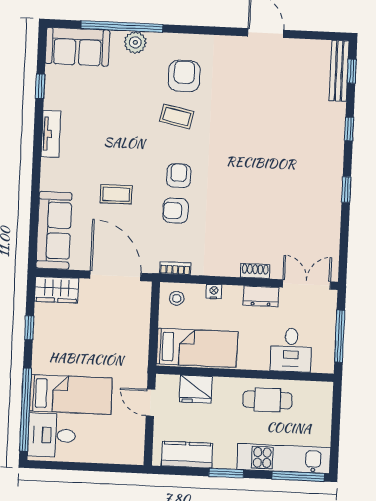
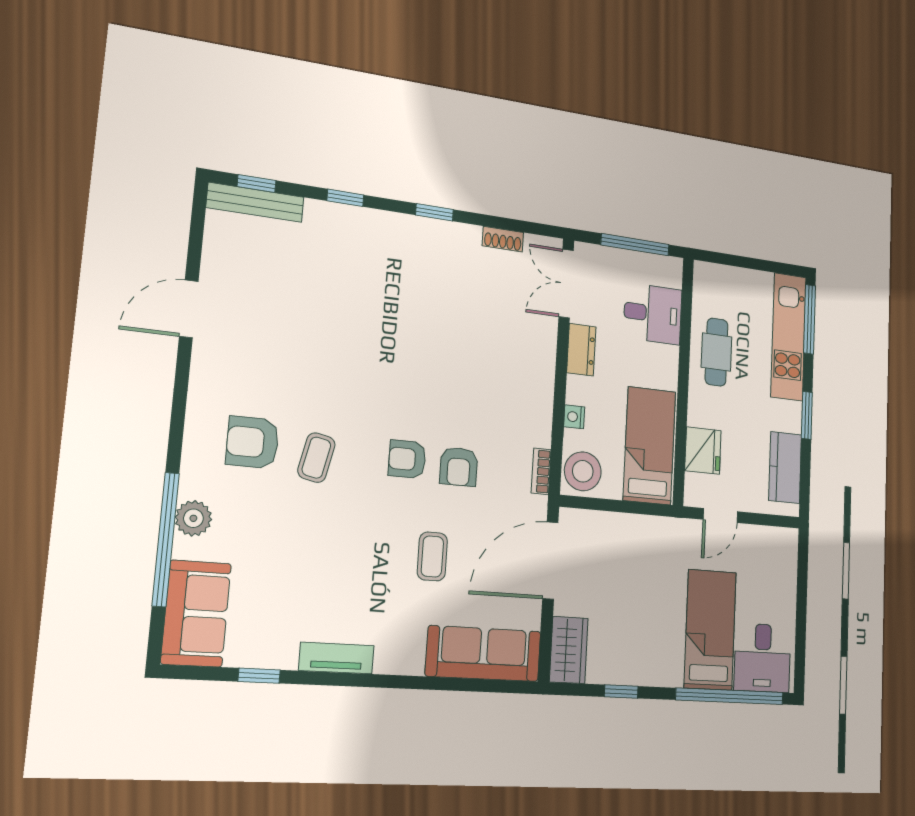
shoe rack: (255, 271) -> (503, 239), moved, turned -90
stool: (177, 298) -> (583, 471), width x1.89, depth x1.89

